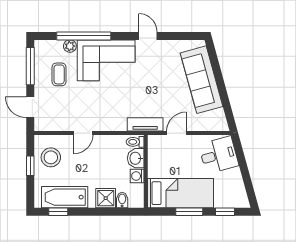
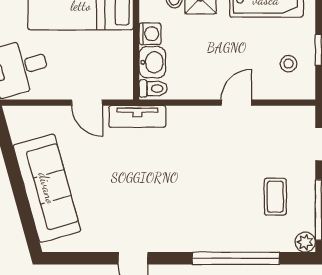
plant: (70, 46) -> (305, 242), moved
corner sofa: (106, 60) -> (200, 219), removed
door: (176, 133) -> (87, 103), hinge flipped
stool: (51, 157) -> (288, 64), width x0.53, depth x0.53

